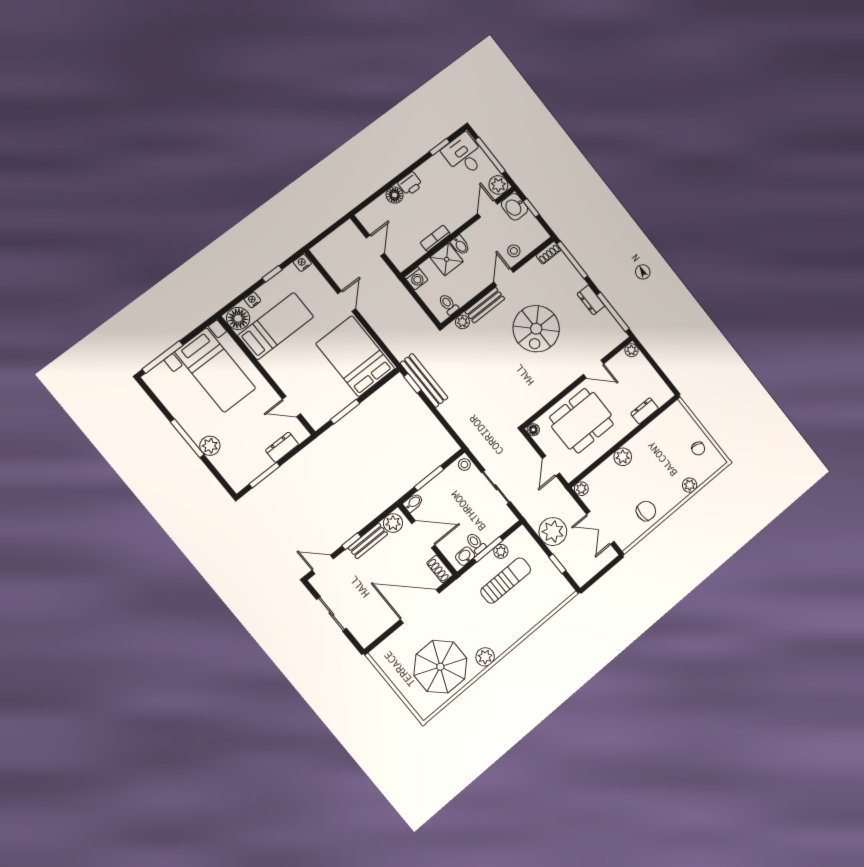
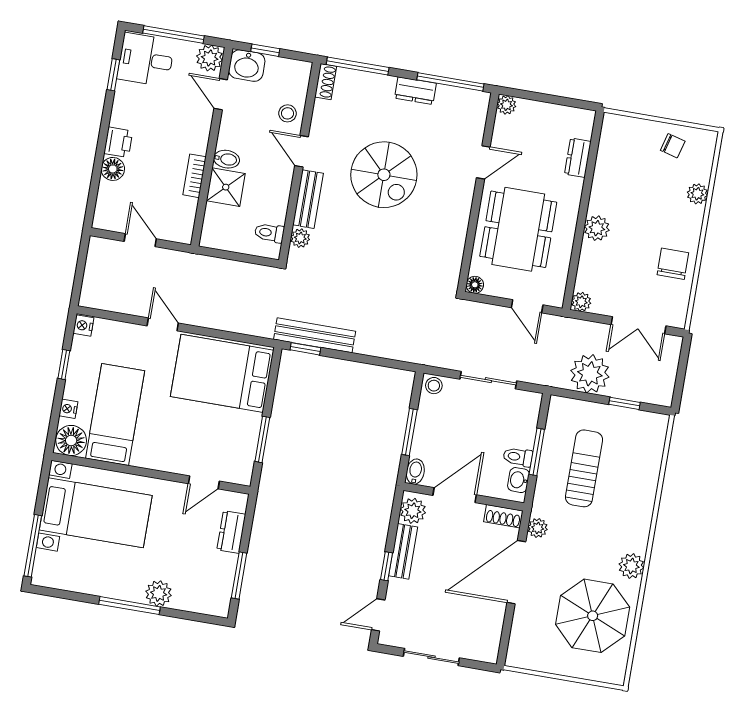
washing machine: (416, 278) -> (212, 236), removed
plant: (501, 551) -> (538, 528), moved

